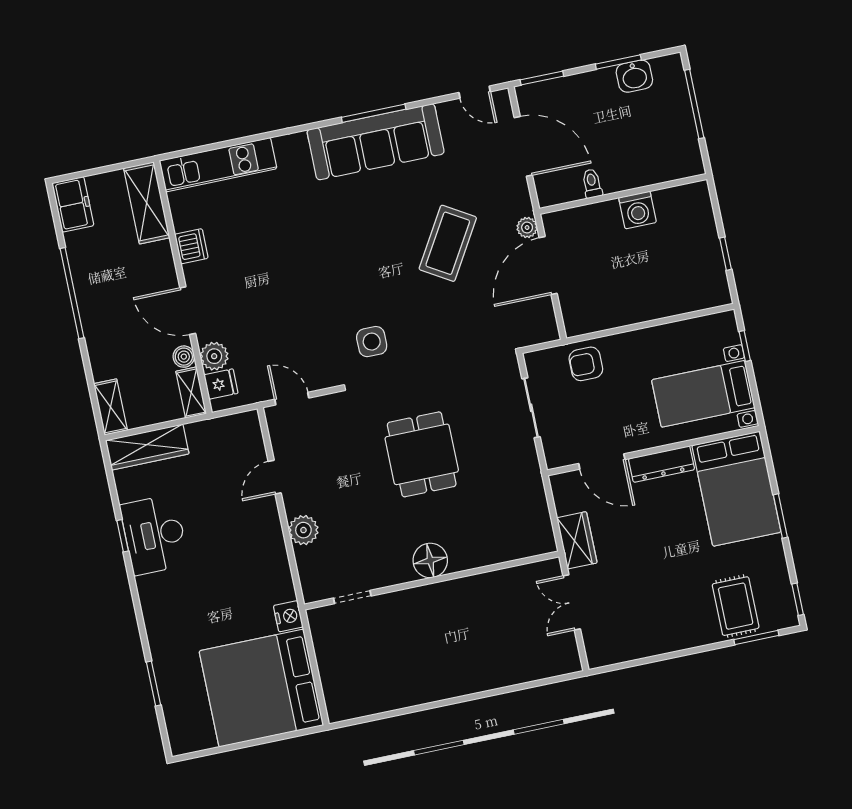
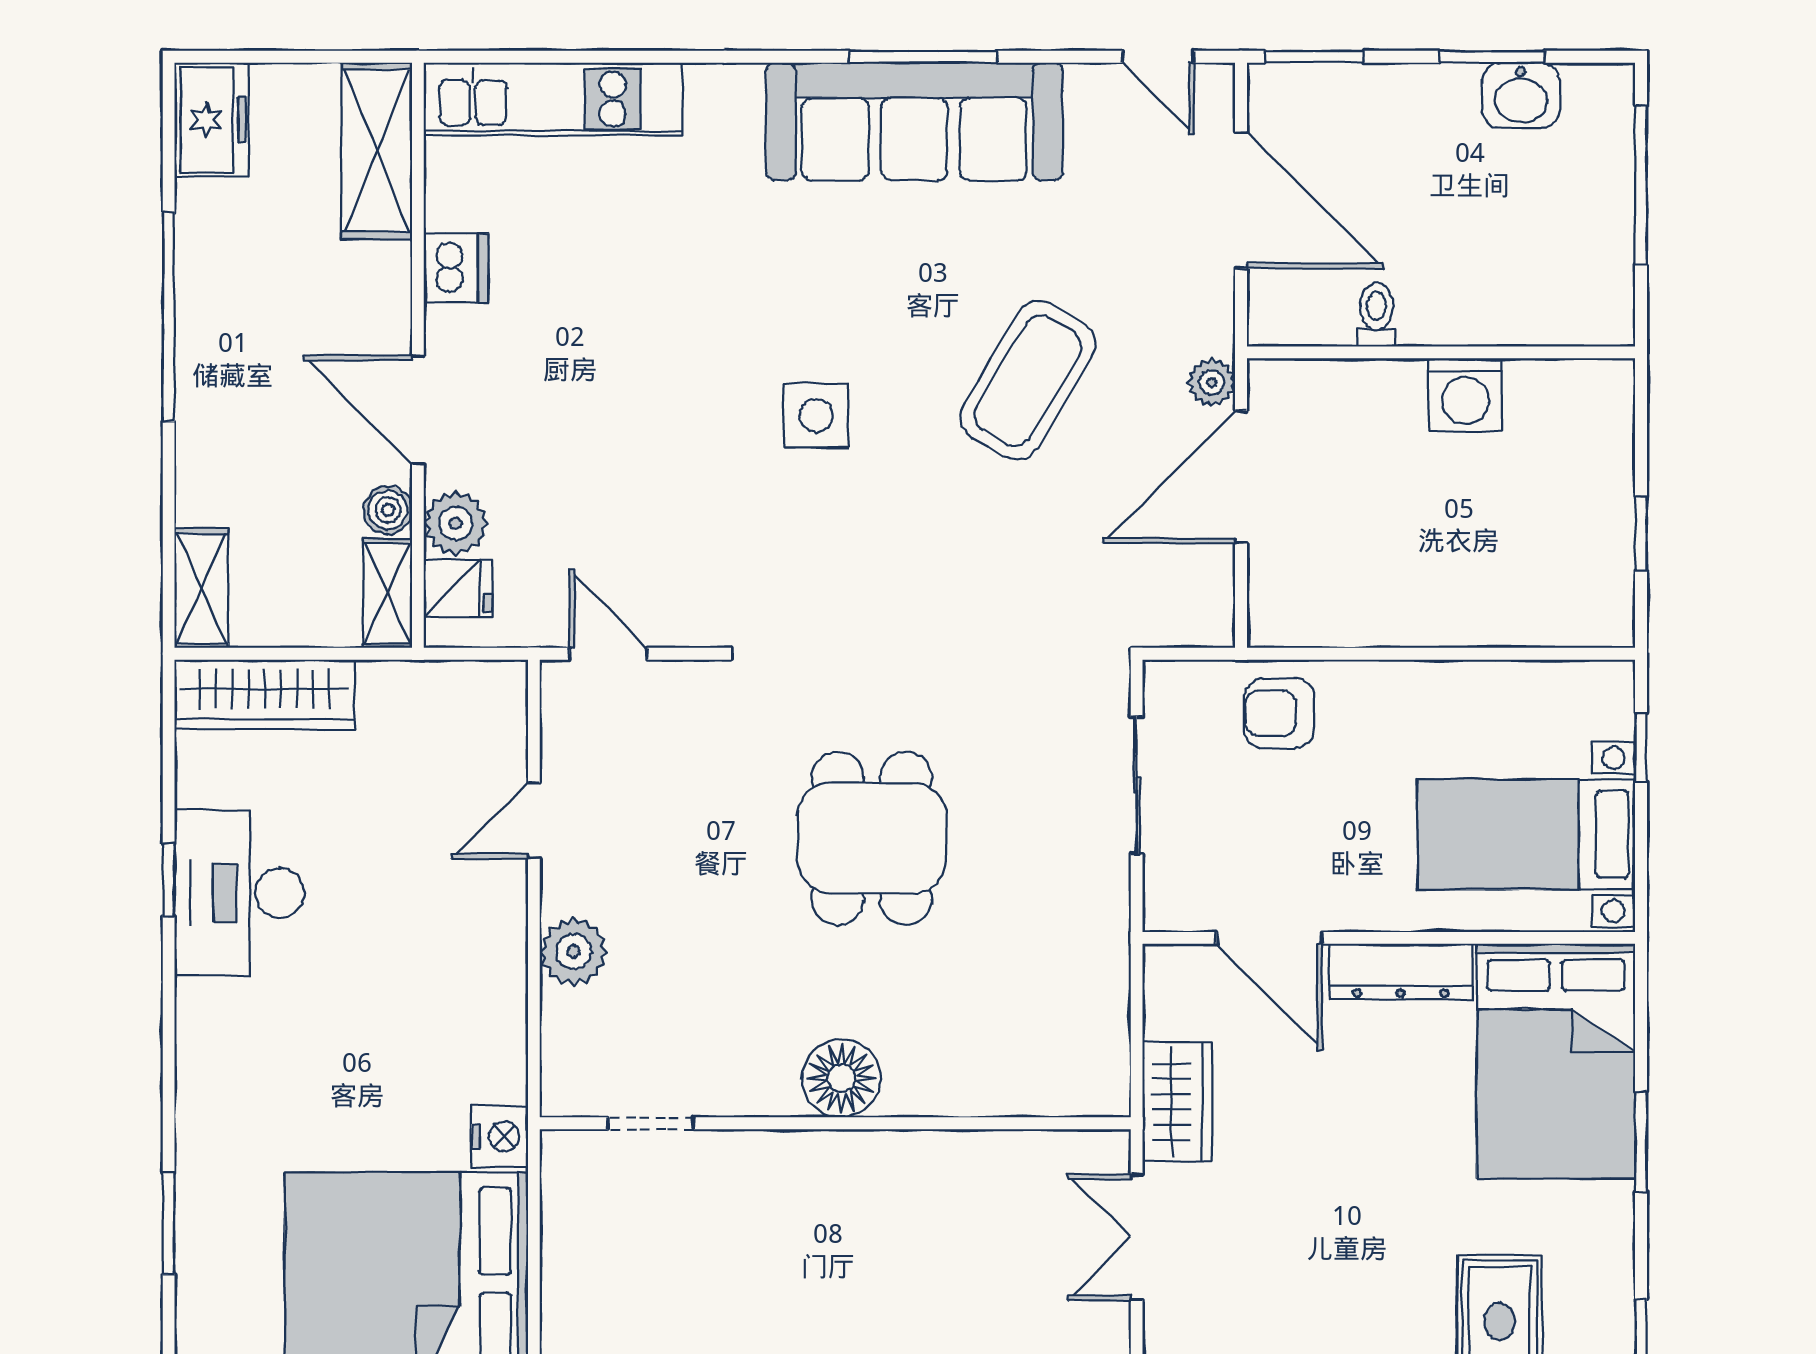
side table: (372, 342) -> (816, 415), moved

